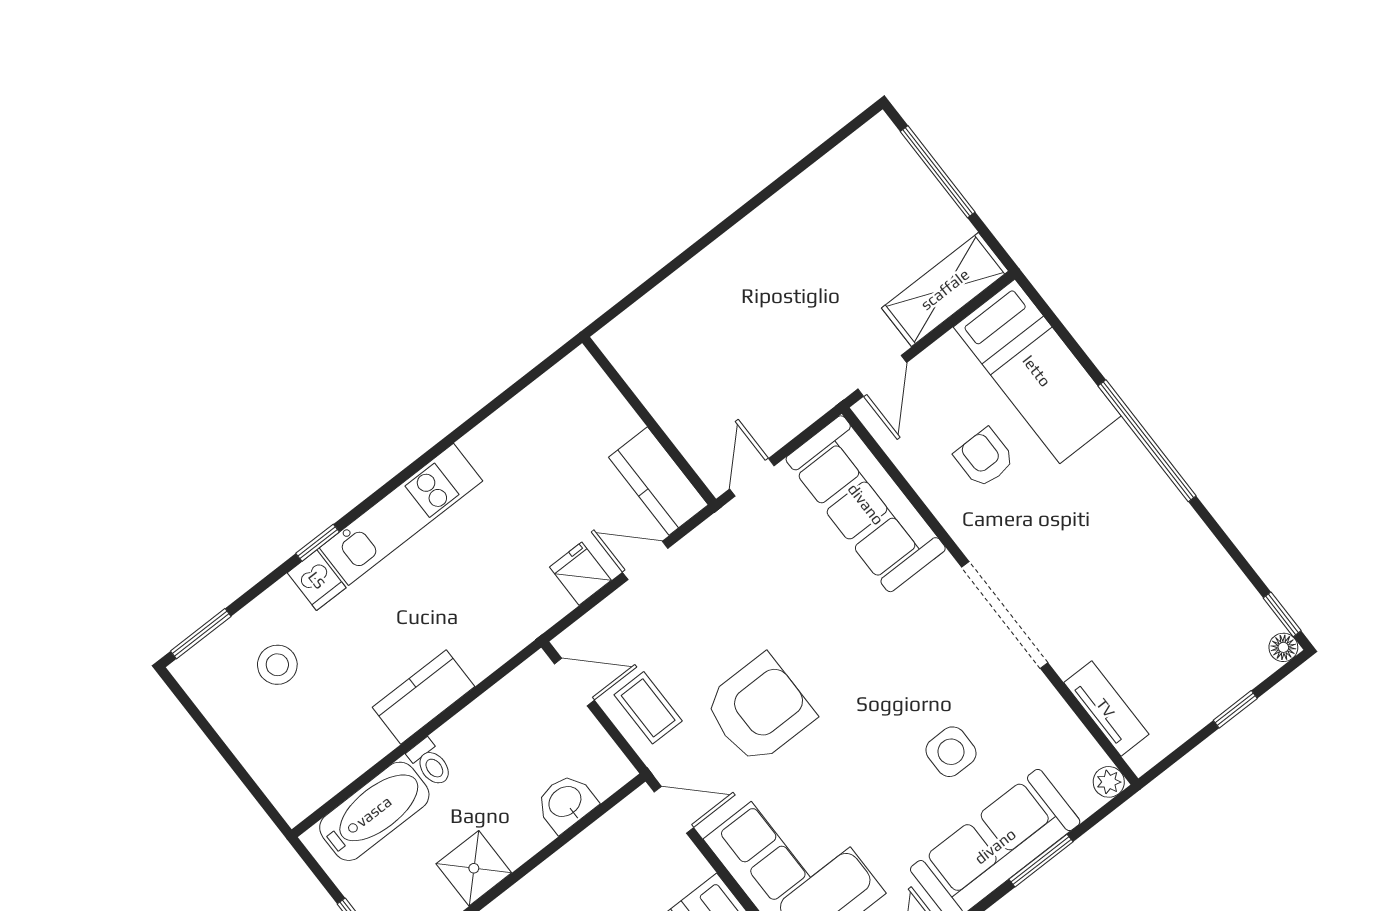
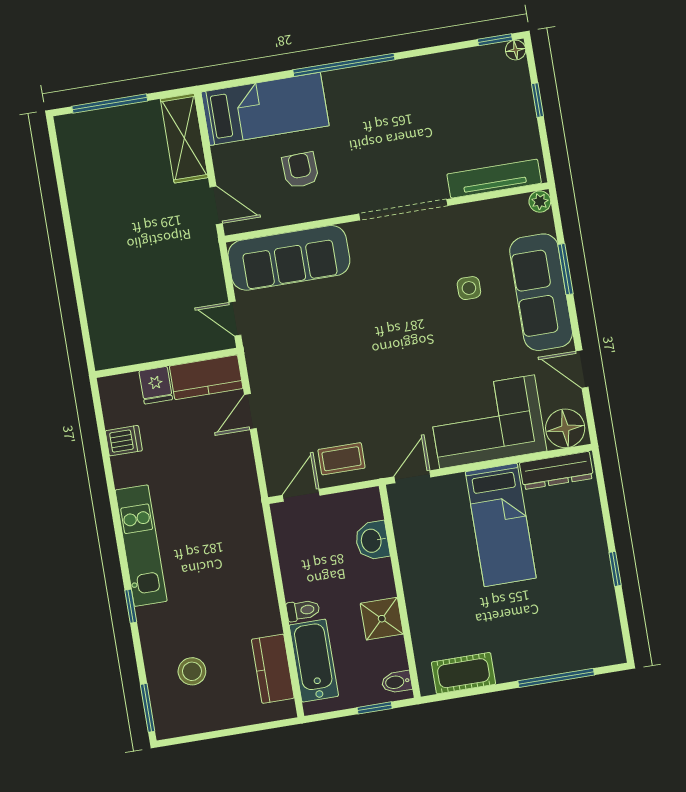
armchair: (984, 458) -> (300, 170), turned 88
fridge: (580, 574) -> (156, 385), moved, turned -90
dishwasher: (317, 580) -> (124, 441), moved
kitchen counter: (424, 697) -> (273, 669), moved
tv unit: (1106, 708) -> (494, 179), width x1.41
armchair: (759, 709) -> (379, 391), removed
side table: (951, 752) -> (469, 288), width x0.73, depth x0.73

